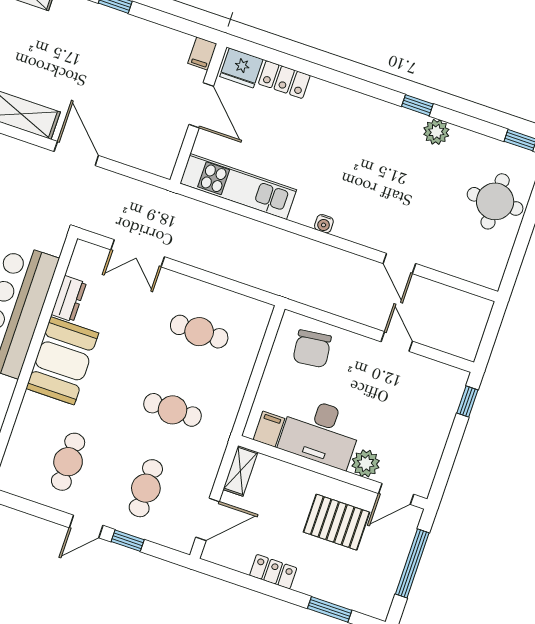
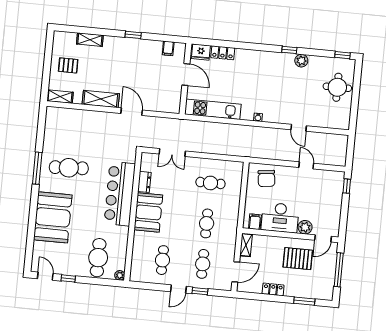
filing cabinet: (202, 54) -> (168, 48), moved
cafe table: (172, 410) -> (207, 223), turned 90

